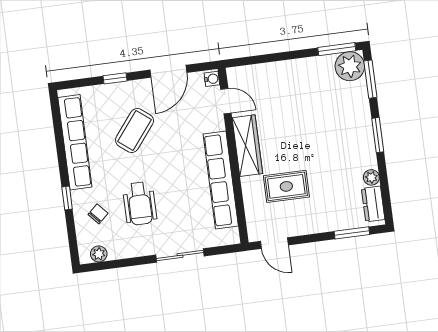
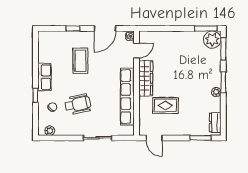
door: (226, 101) -> (137, 51), hinge flipped
coffee table: (135, 130) -> (80, 61), turned -38
row of seats: (75, 142) -> (44, 77), width x0.50
plant: (371, 177) -> (216, 92), moved
wheelchair: (140, 204) -> (78, 104), turned -102

